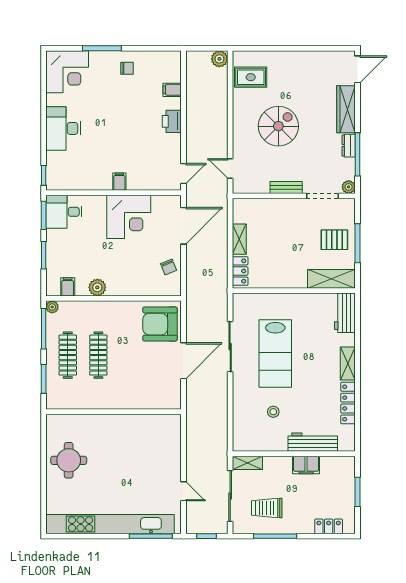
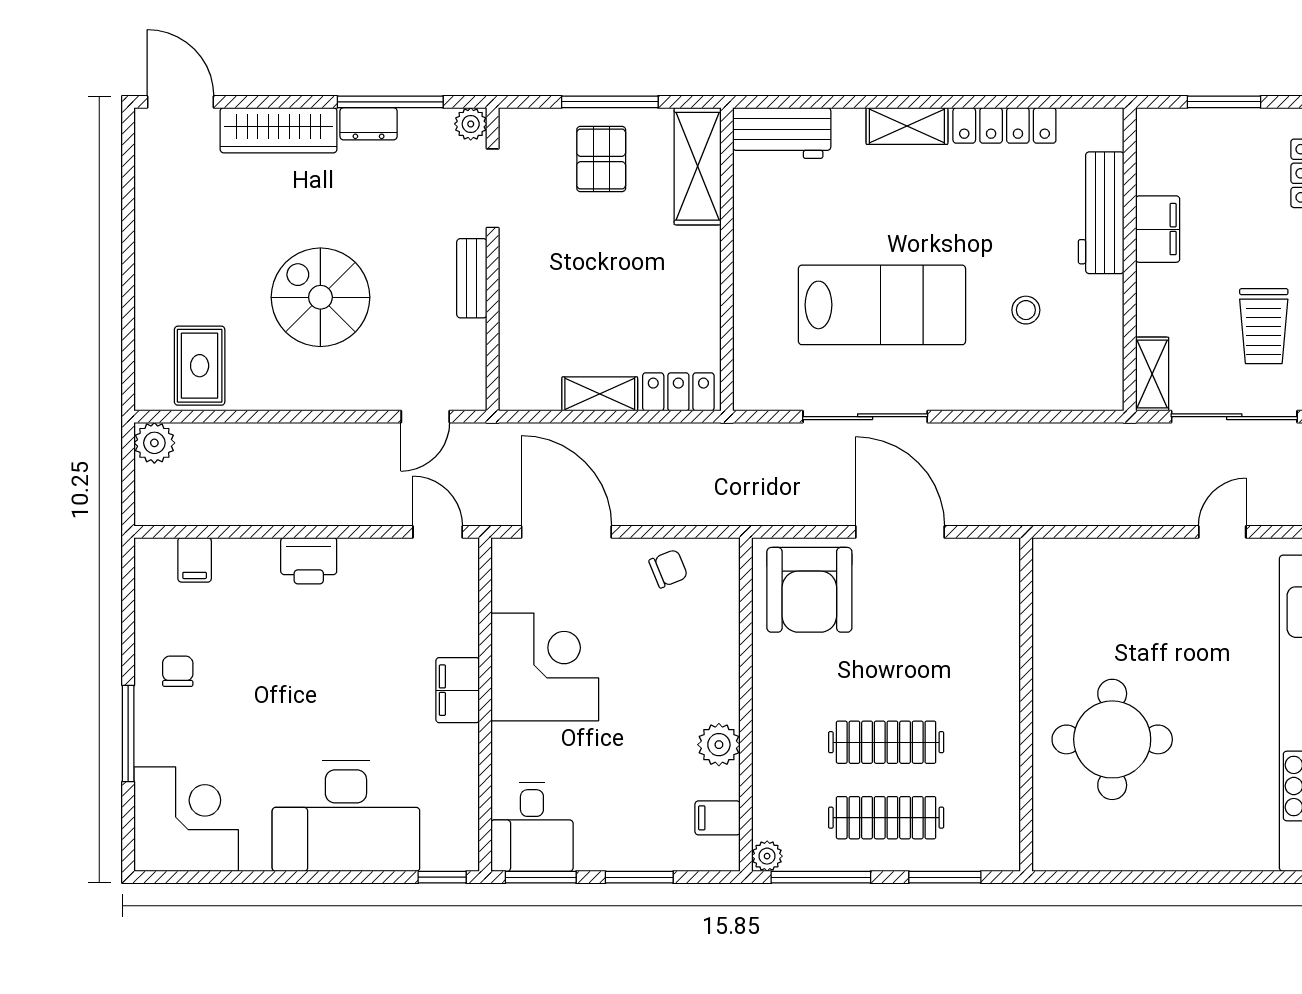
filing cabinet: (172, 90) -> (195, 560), moved
desk: (63, 128) -> (346, 816), width x1.36, depth x1.30
filing cabinet: (119, 182) -> (458, 690), width x2.00
round table: (69, 460) -> (1112, 739), moved, width x1.36, depth x1.36

